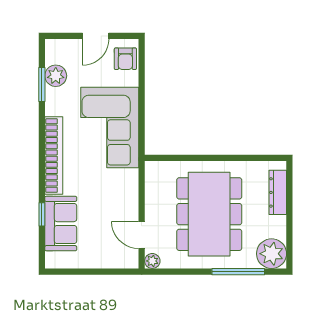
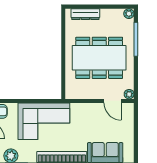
door: (142, 235) -> (113, 101), hinge flipped
plant: (272, 254) -> (129, 14), width x0.53, depth x0.53

